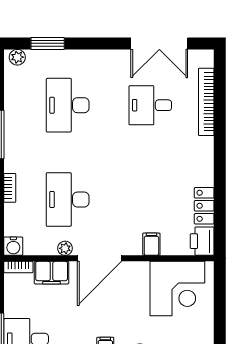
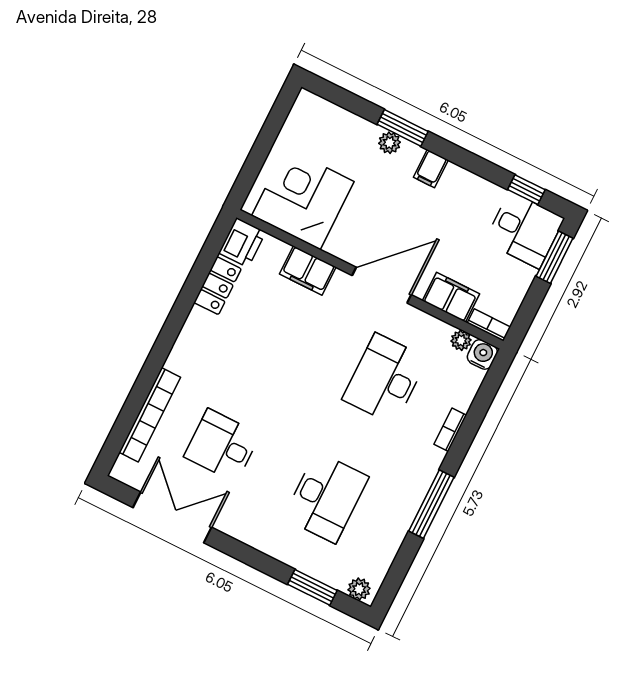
desk: (150, 105) -> (222, 446), turned 180
desk: (68, 200) -> (385, 379), turned 180
filing cabinet: (151, 244) -> (308, 270), width x2.00
plant: (65, 248) -> (461, 340), moved

